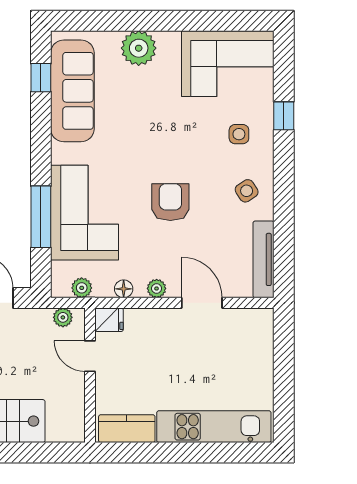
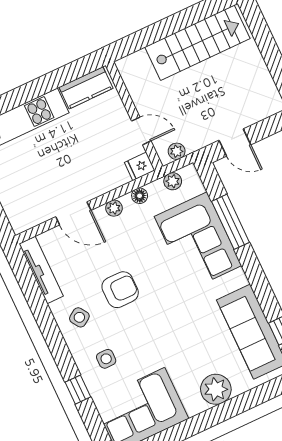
armchair: (170, 202) -> (120, 290), moved, turned -90

